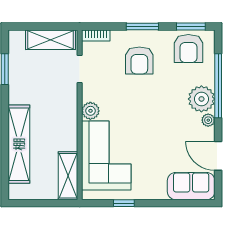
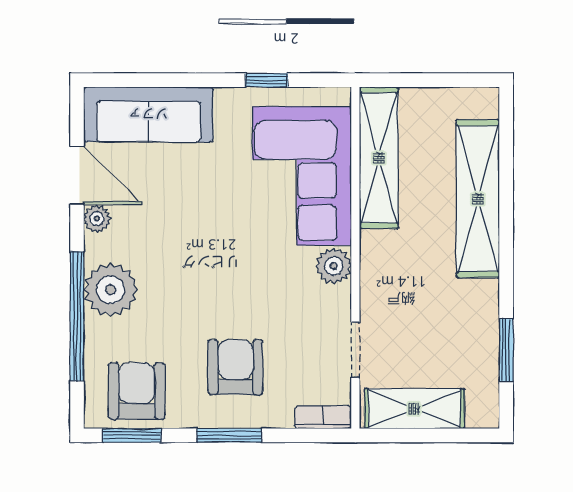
plant: (208, 120) -> (97, 219), moved
shelving: (68, 176) -> (379, 158), width x1.47
sofa: (191, 186) -> (148, 114), width x1.36

